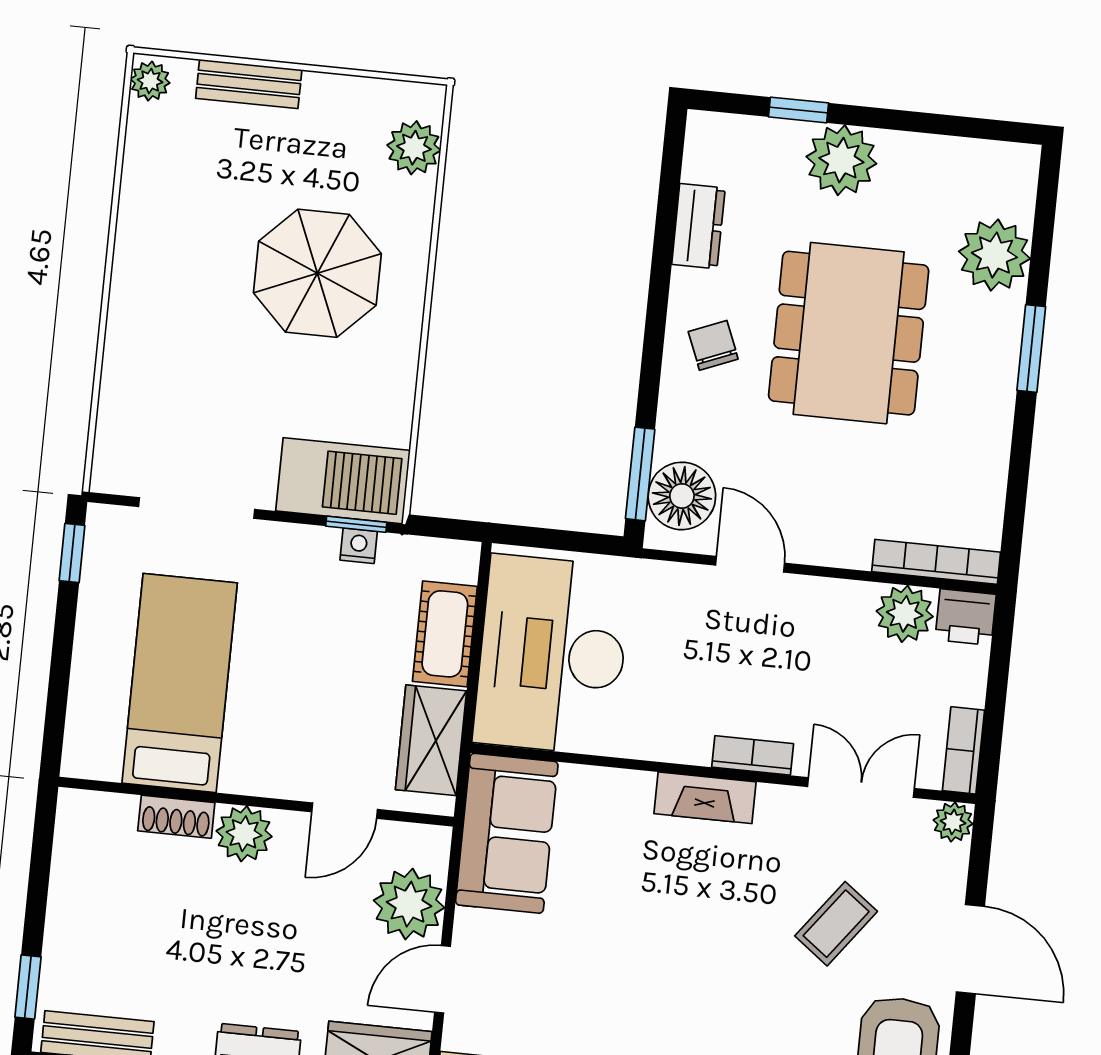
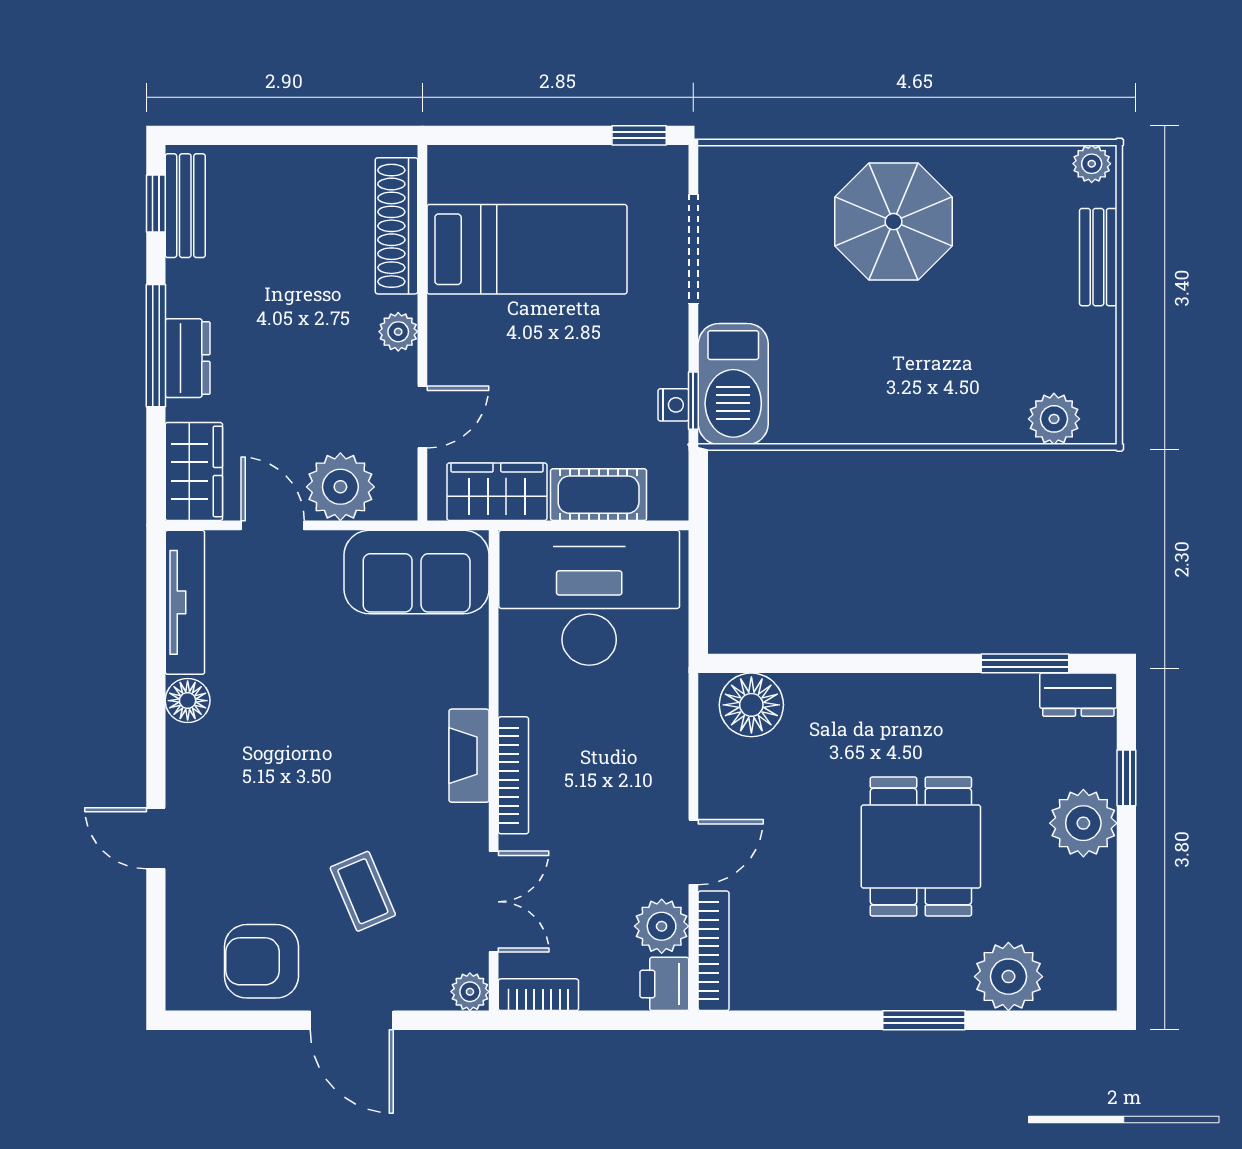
dresser: (698, 226) -> (1078, 695), moved
parasol: (317, 273) -> (893, 222), moved
dining table: (849, 333) -> (921, 846), width x0.73
chair: (713, 345) -> (896, 720), removed
window: (640, 474) -> (1025, 663), moved
door: (750, 564) -> (693, 852), moved
bookcase: (753, 755) -> (513, 775), width x1.56
door: (345, 811) -> (422, 417), swing flipped
shoe rack: (176, 817) -> (396, 226), width x1.94, depth x1.24
plant: (244, 834) -> (398, 332), width x0.73, depth x0.73
coffee table: (836, 924) -> (363, 891), turned 30
door: (970, 949) -> (352, 1020), hinge flipped
window: (28, 987) -> (226, 135), removed

